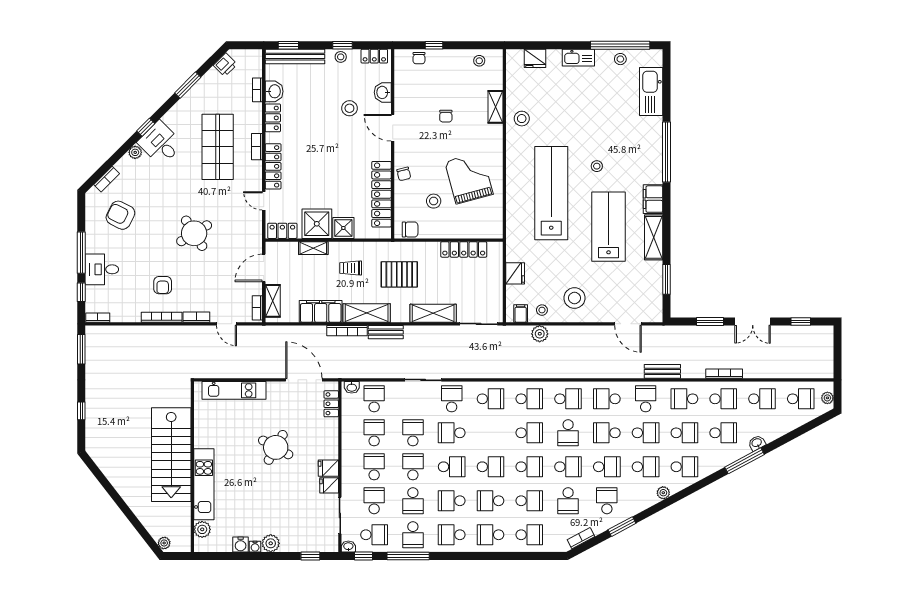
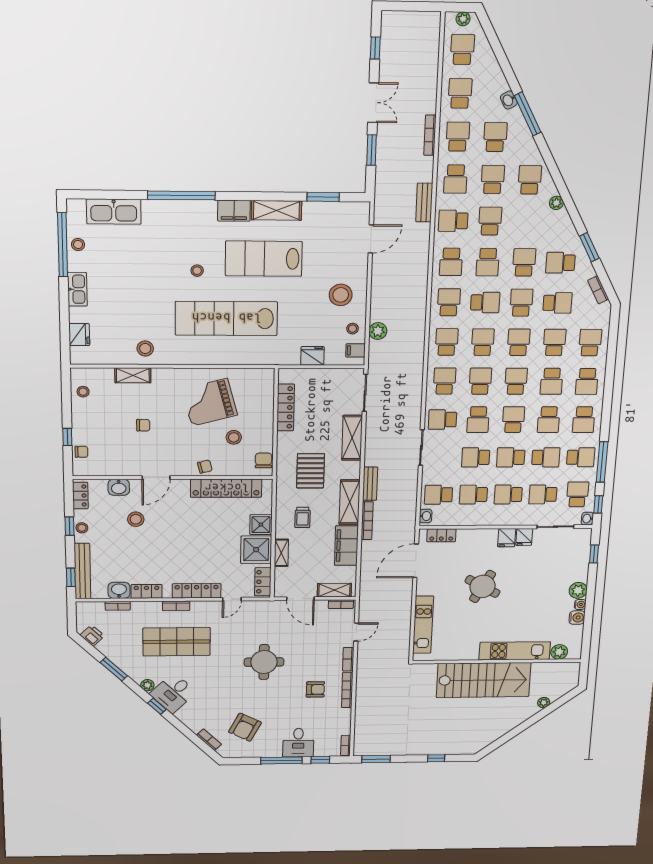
plant: (135, 152) -> (147, 685), moved
round table: (194, 233) -> (264, 662), turned 32
school desk: (646, 467) -> (480, 381), moved
plant: (164, 543) -> (544, 703), moved

